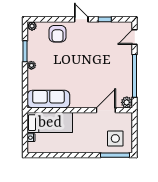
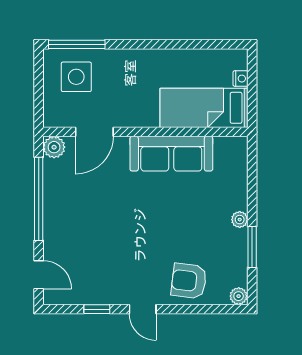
armchair: (58, 34) -> (189, 281), turned -83
door: (135, 37) -> (39, 275), hinge flipped
sofa: (48, 99) -> (171, 154), moved

